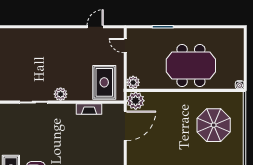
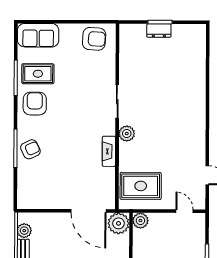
door: (125, 46) -> (185, 211), hinge flipped
fireplace: (89, 109) -> (109, 151), moved

